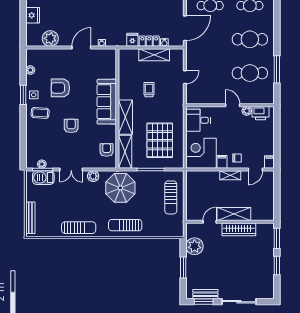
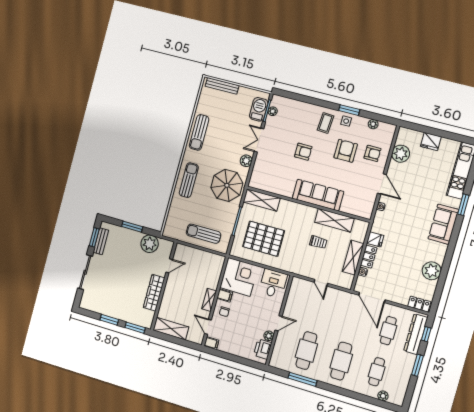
shelving: (125, 117) -> (334, 220), moved
armchair: (107, 150) -> (372, 153), moved
shelving: (234, 214) -> (171, 329), moved, turned 90
door: (210, 222) -> (169, 266), hinge flipped

